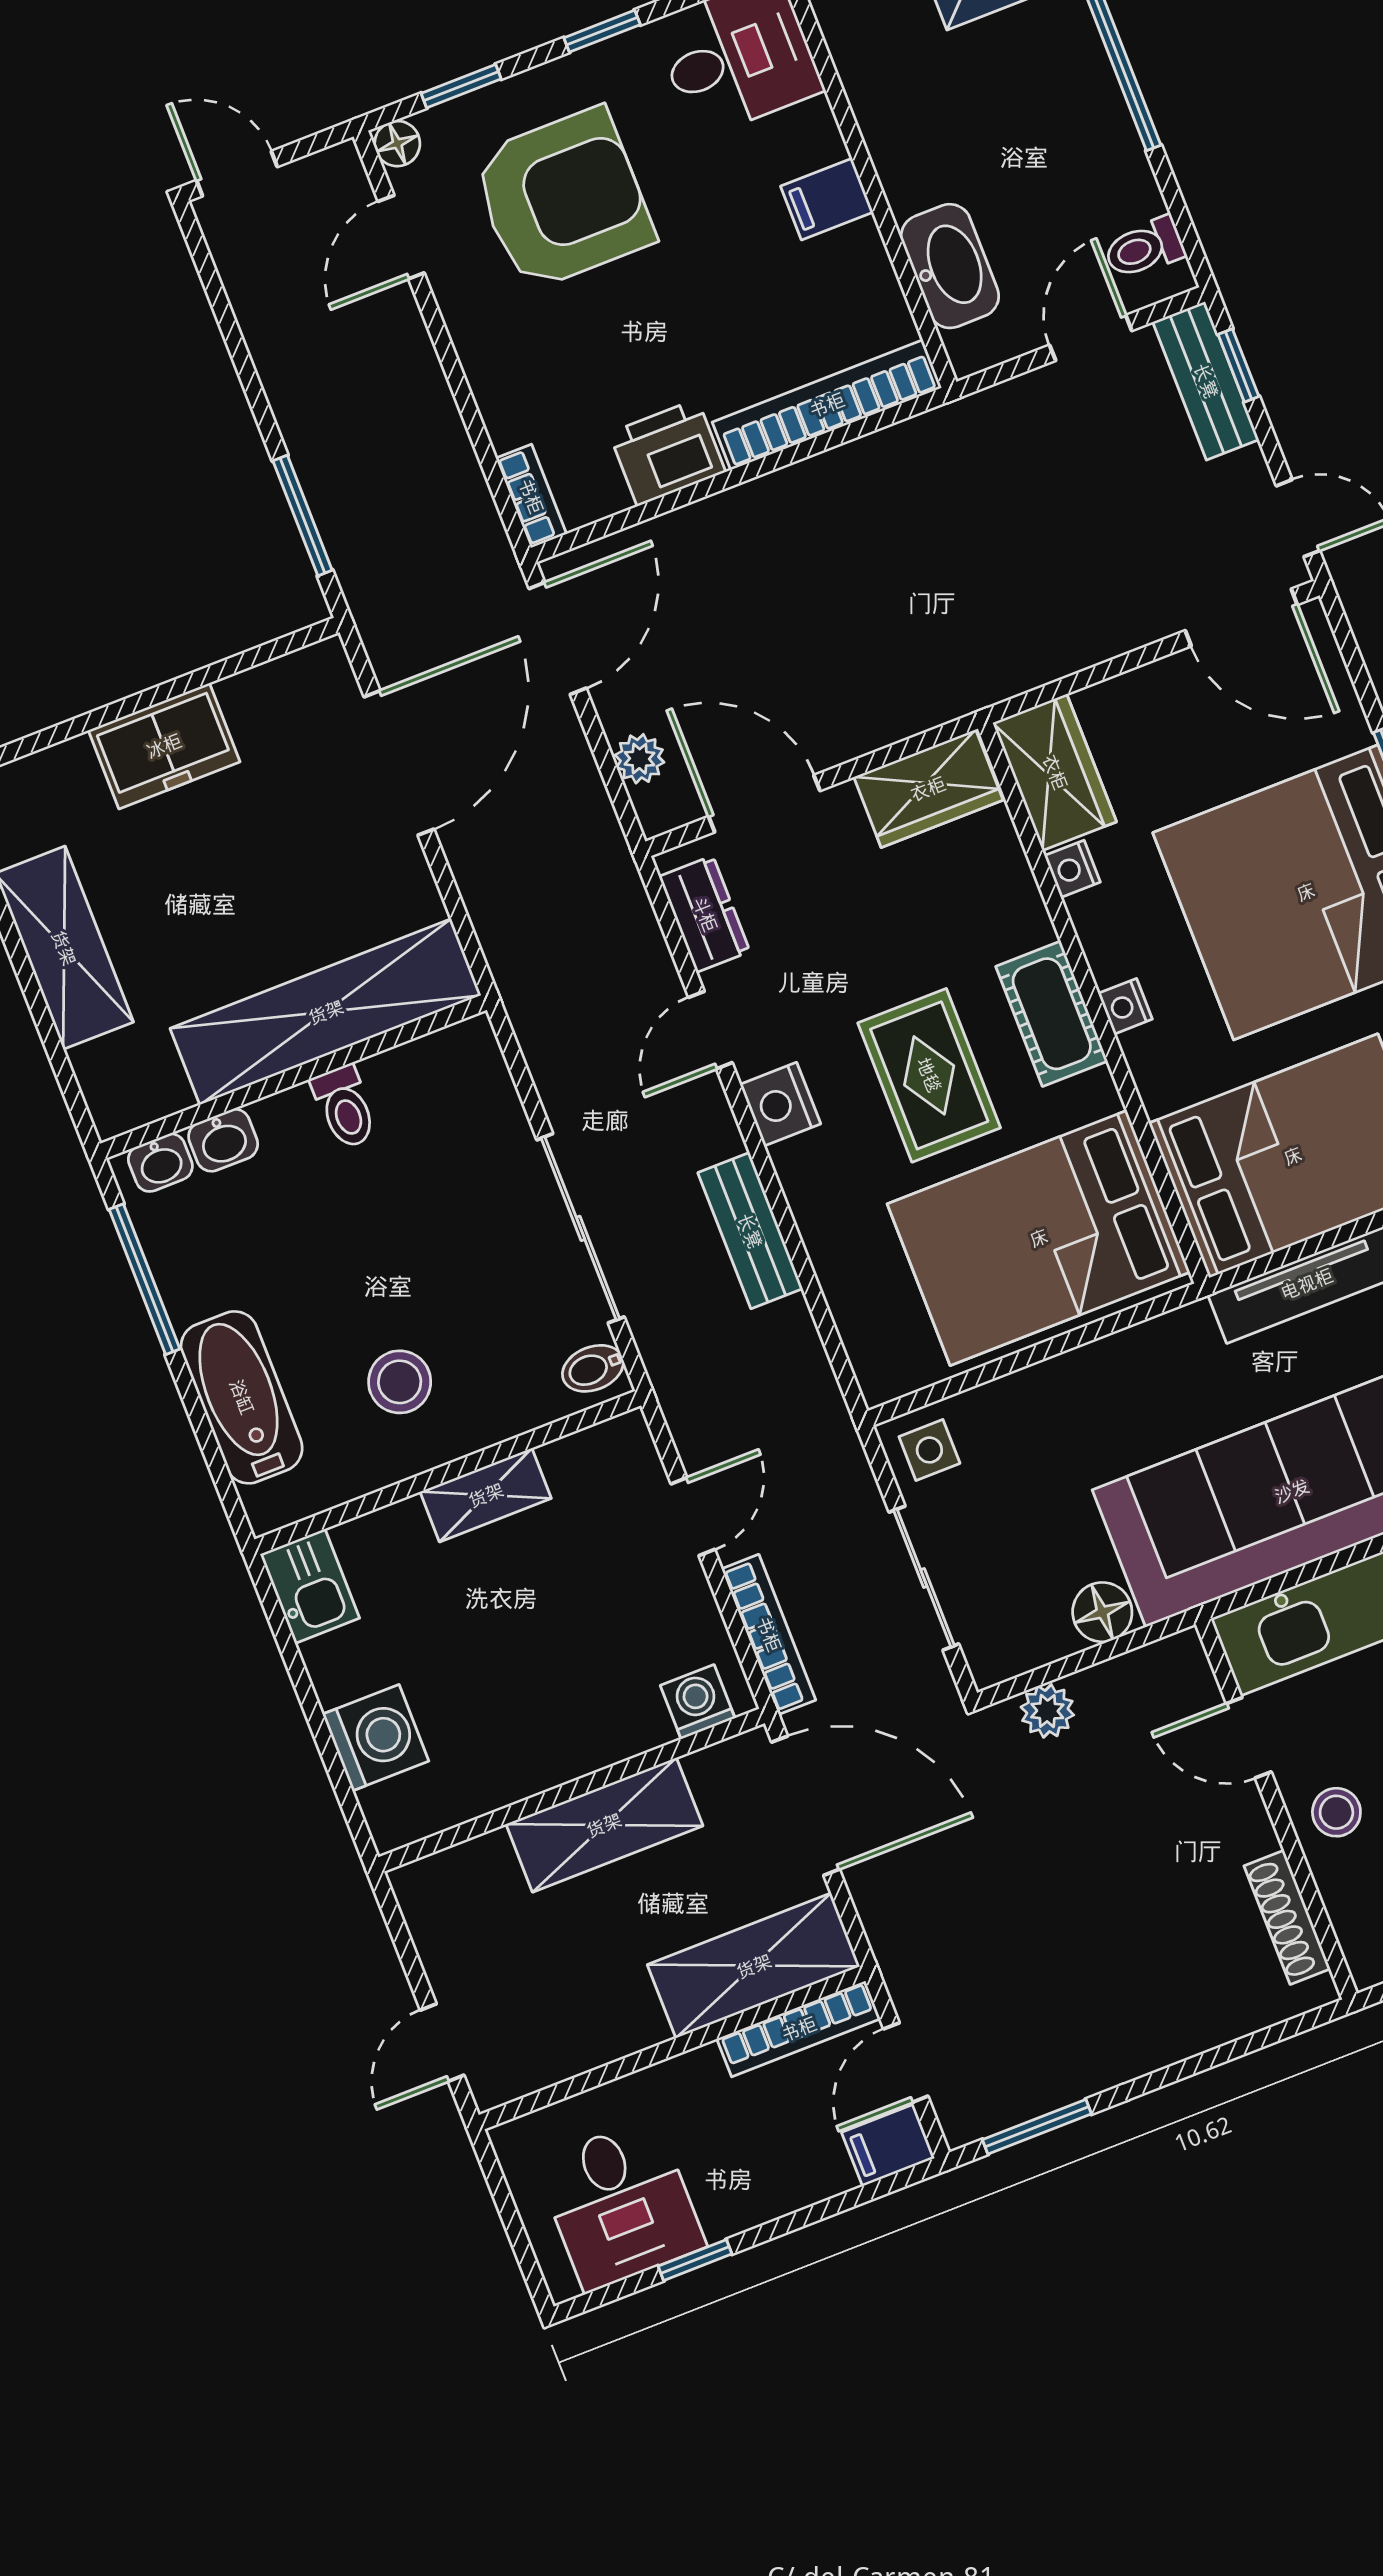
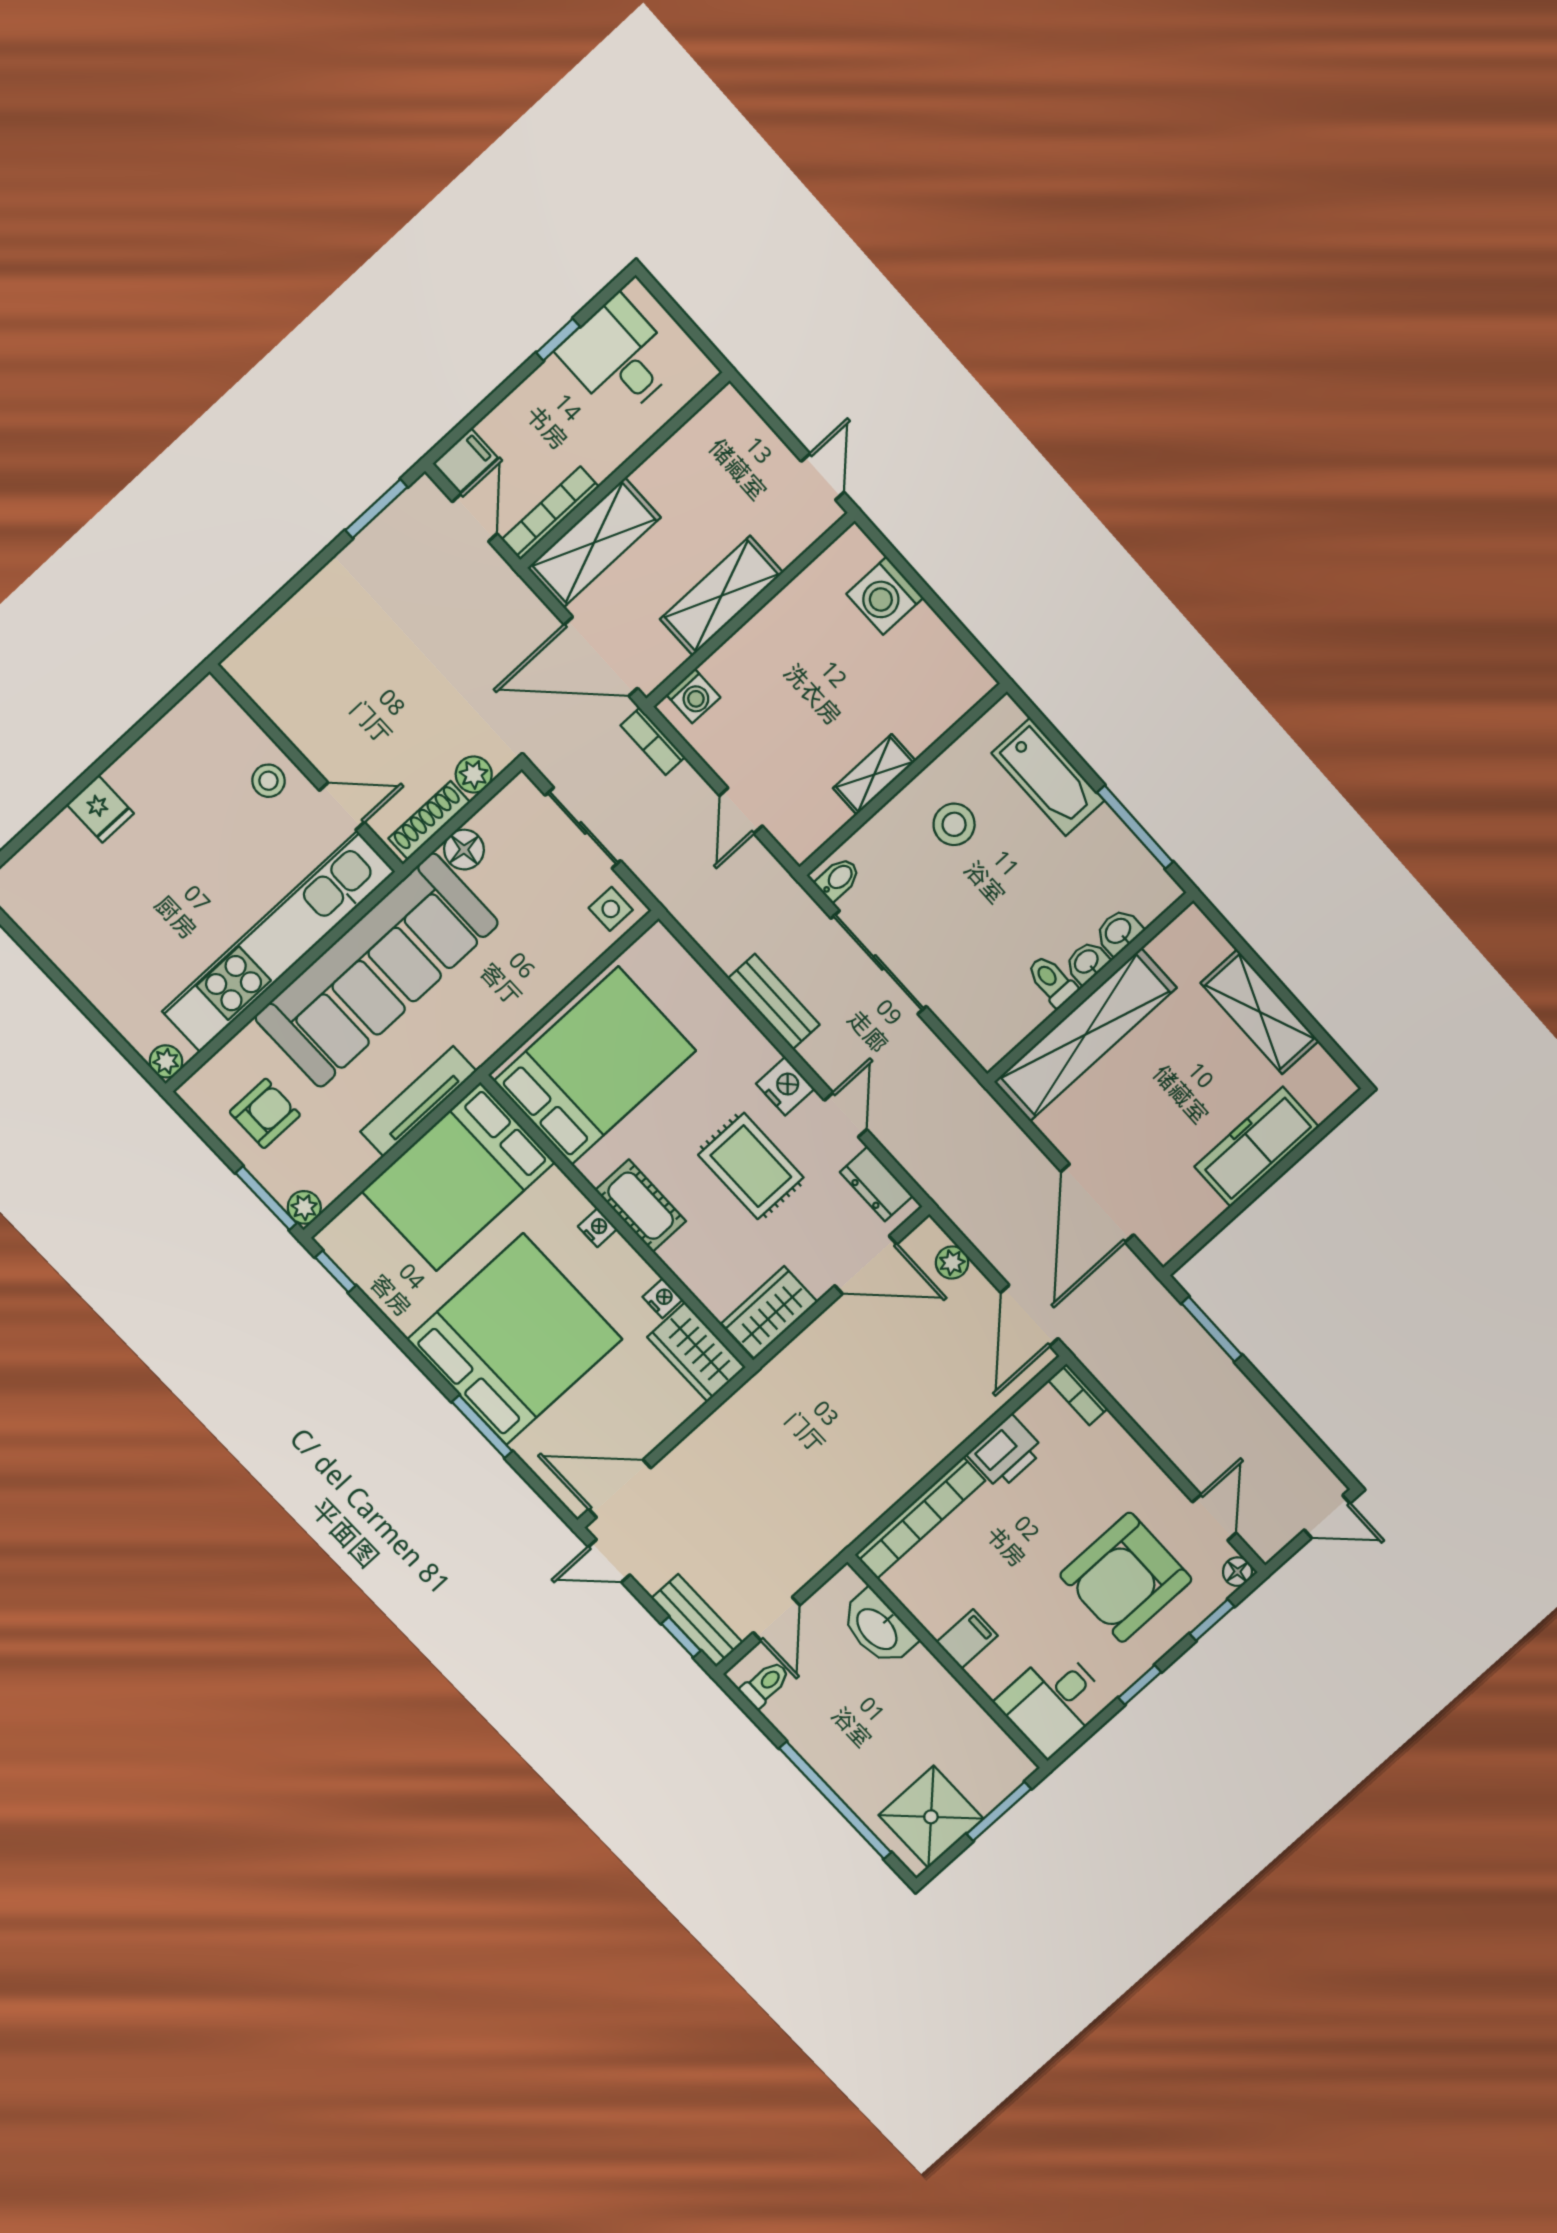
freezer: (164, 746) -> (1257, 1147), width x1.40
rug: (929, 1075) -> (751, 1166), moved
washbasin: (160, 1163) -> (1087, 962), moved
kitchen sink: (310, 1586) -> (962, 675), removed
bookcase: (769, 1634) -> (653, 741), width x0.64
shoe rack: (1287, 1917) -> (429, 820), moved, turned -90
door: (442, 2043) -> (823, 477), moved

